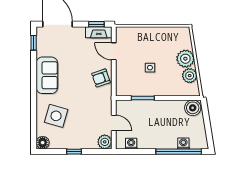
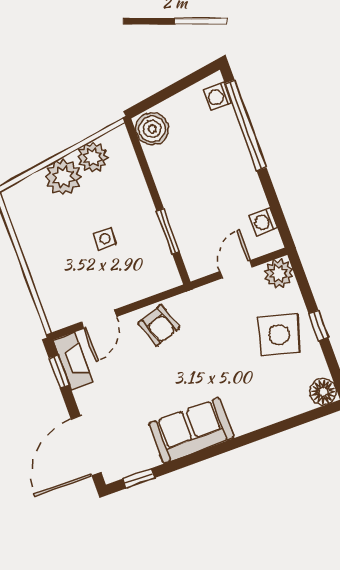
side table: (56, 116) -> (279, 335), moved
washing machine: (183, 143) -> (218, 97), moved

